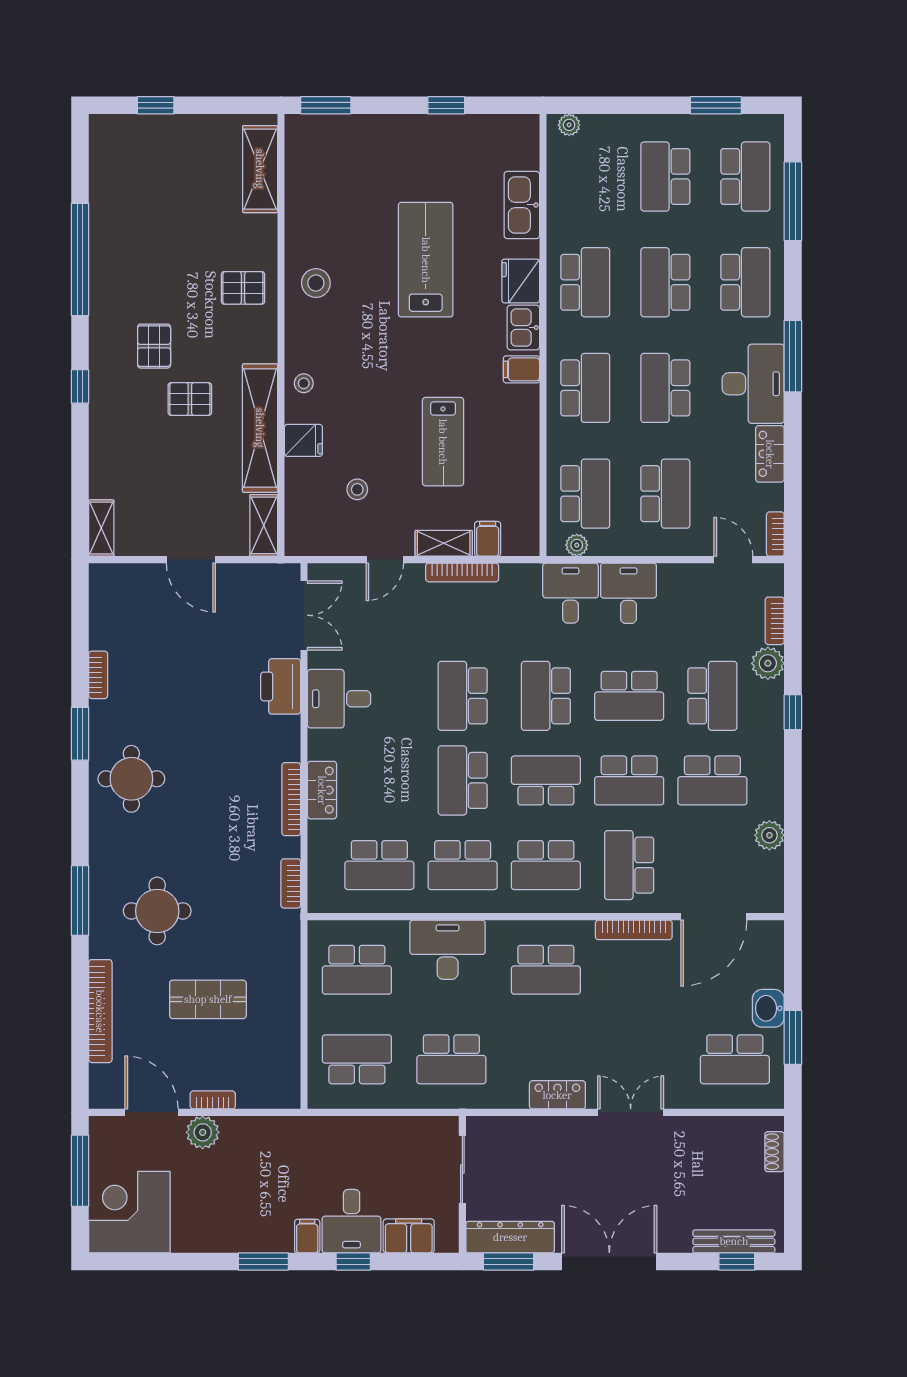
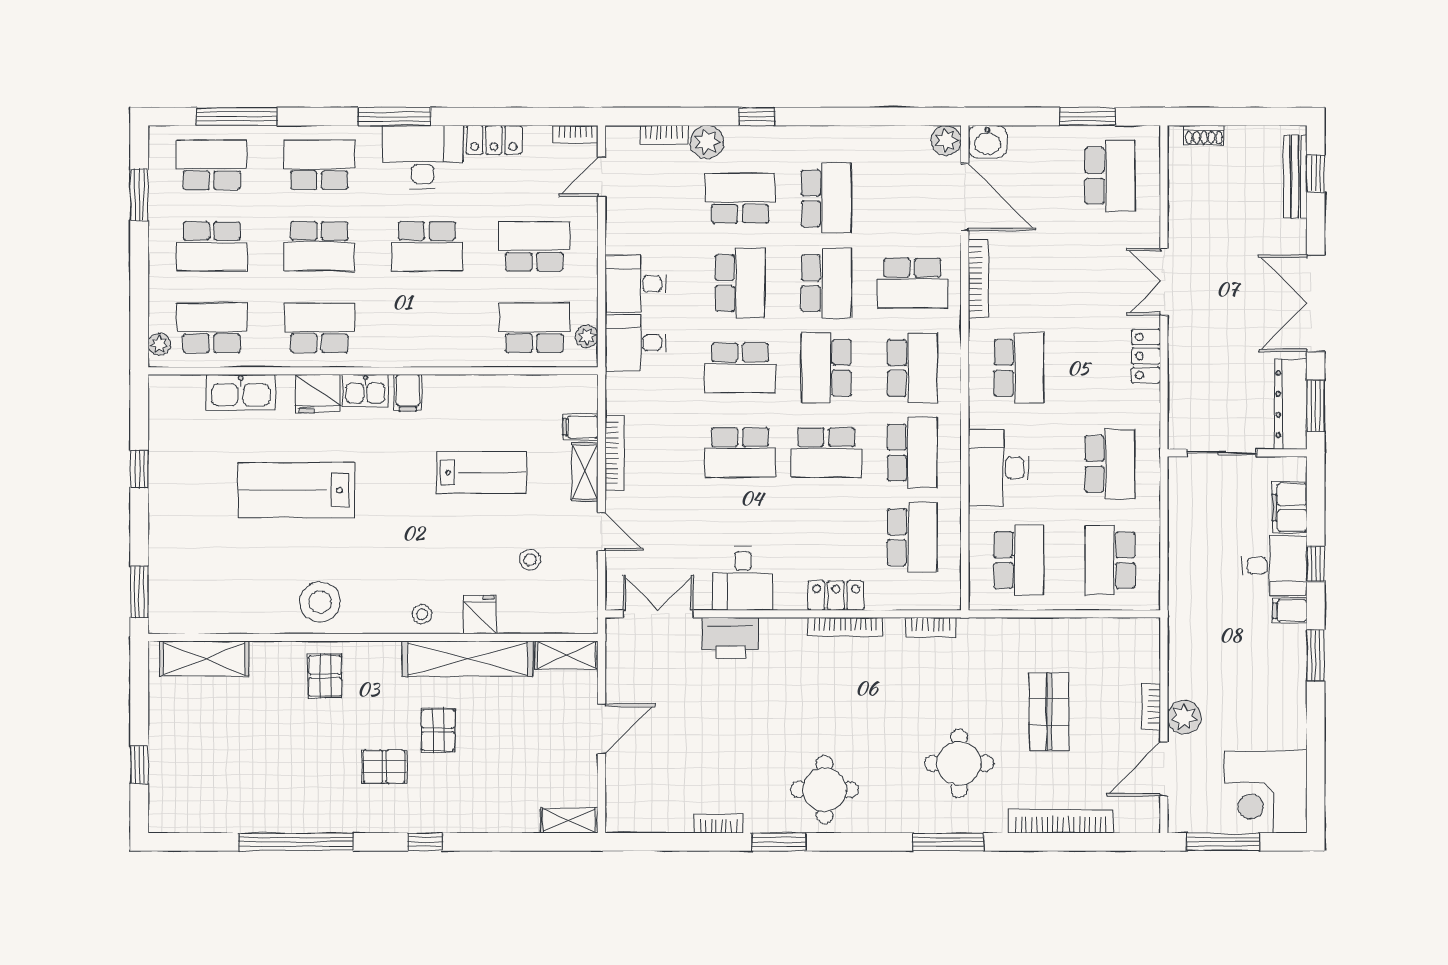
stool: (316, 283) -> (320, 602), width x1.38, depth x1.38
school desk: (585, 388) -> (212, 328), moved
plant: (769, 835) -> (946, 140), moved
washbasin: (768, 1008) -> (987, 142), moved

